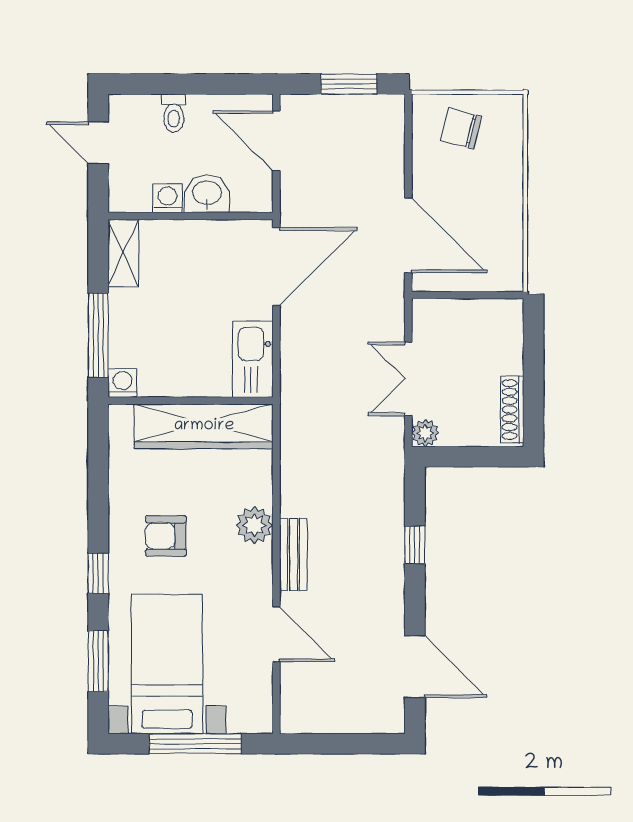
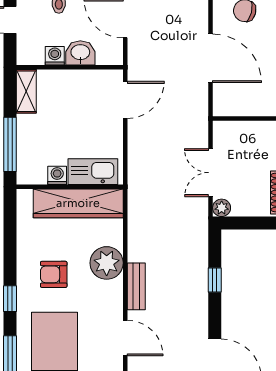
door: (408, 235) -> (211, 58), moved
door: (276, 266) -> (125, 100), width x0.73
kitchen sink: (253, 359) -> (93, 172), moved, turned 90
washing machine: (122, 383) -> (57, 175), moved
plant: (254, 525) -> (107, 263), width x1.36, depth x1.36

